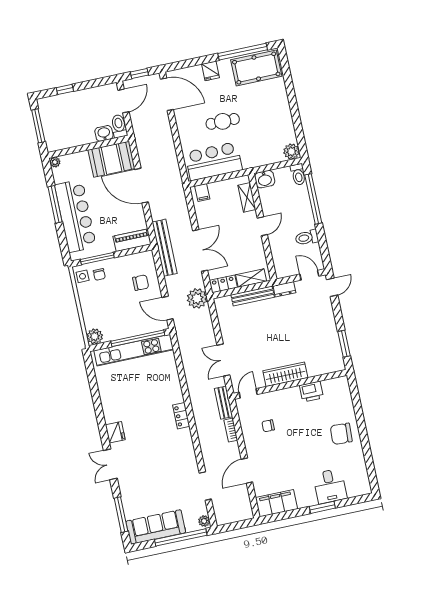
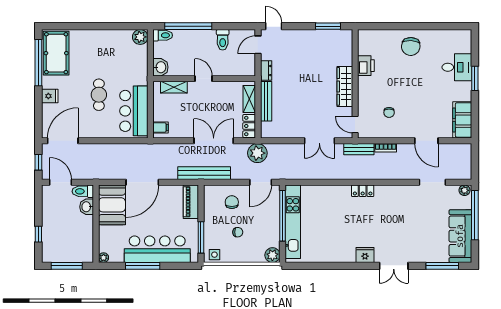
chair: (99, 274) -> (238, 232), moved

